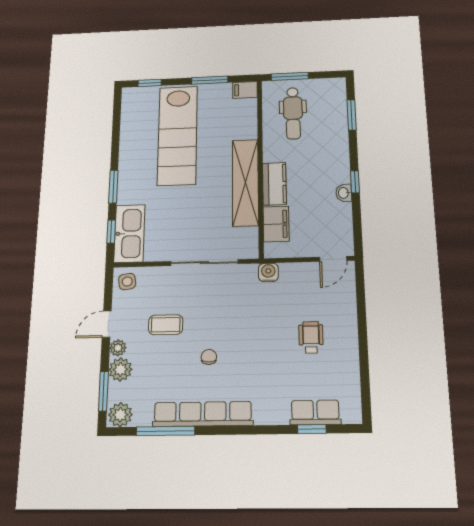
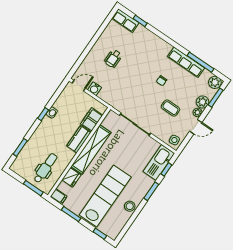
fridge: (246, 126) -> (71, 177), added
stool: (132, 146) -> (130, 206), added
water cooler: (268, 272) -> (95, 89), moved
row of seats: (315, 412) -> (125, 21), moved
row of seats: (203, 414) -> (186, 62), width x0.73

